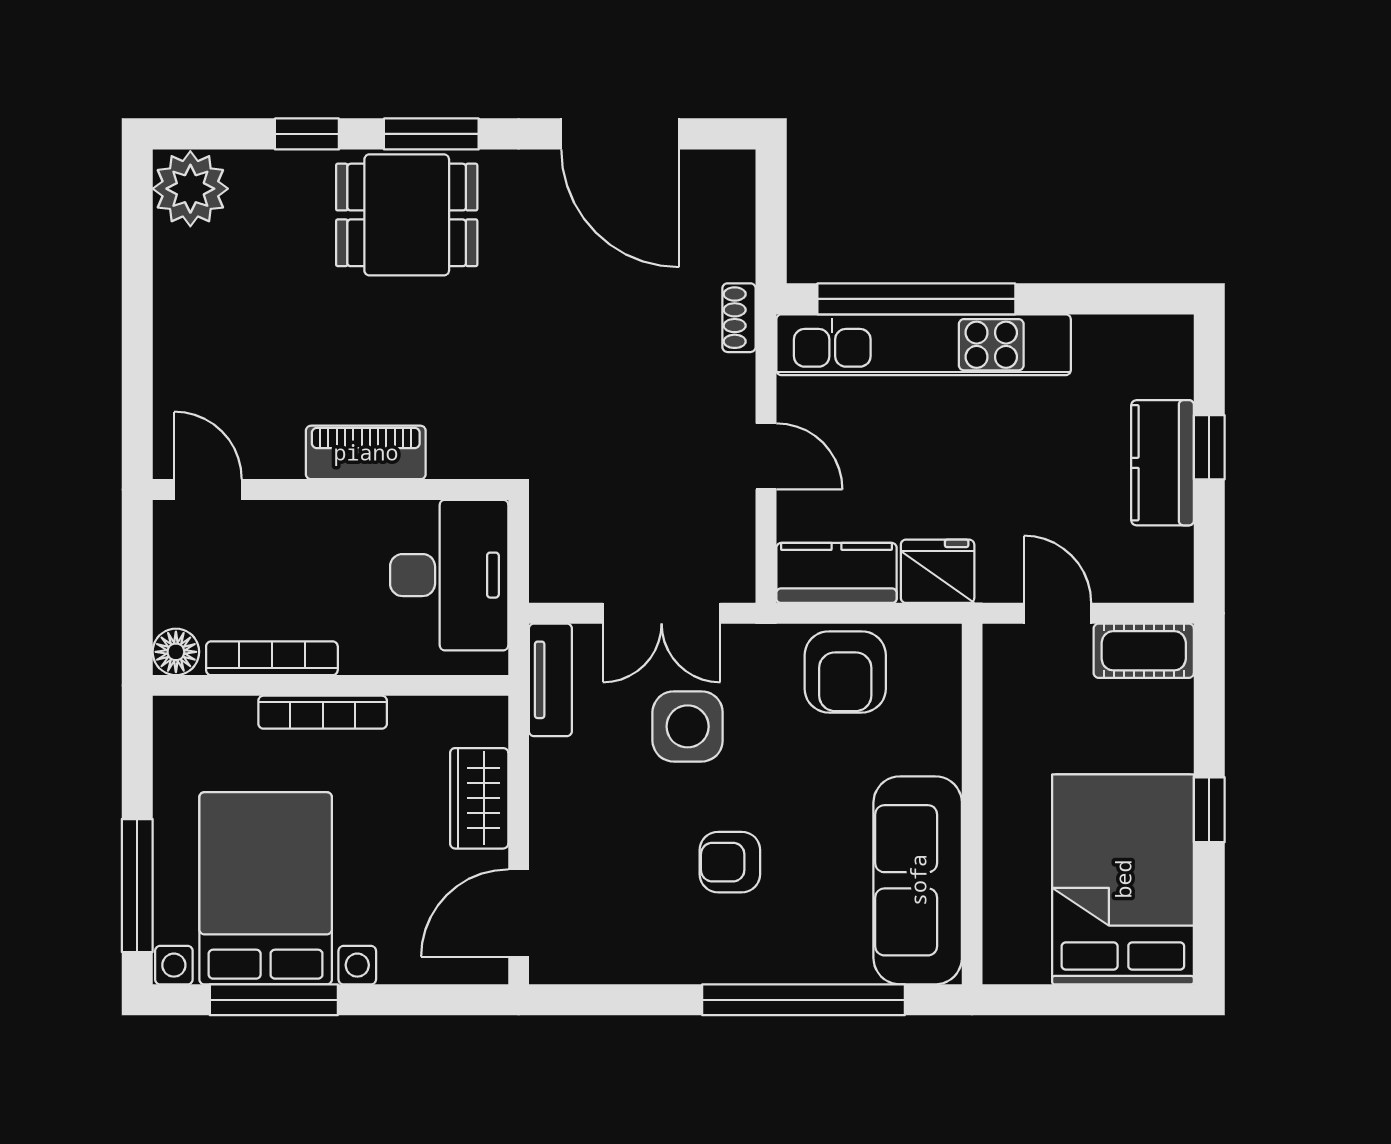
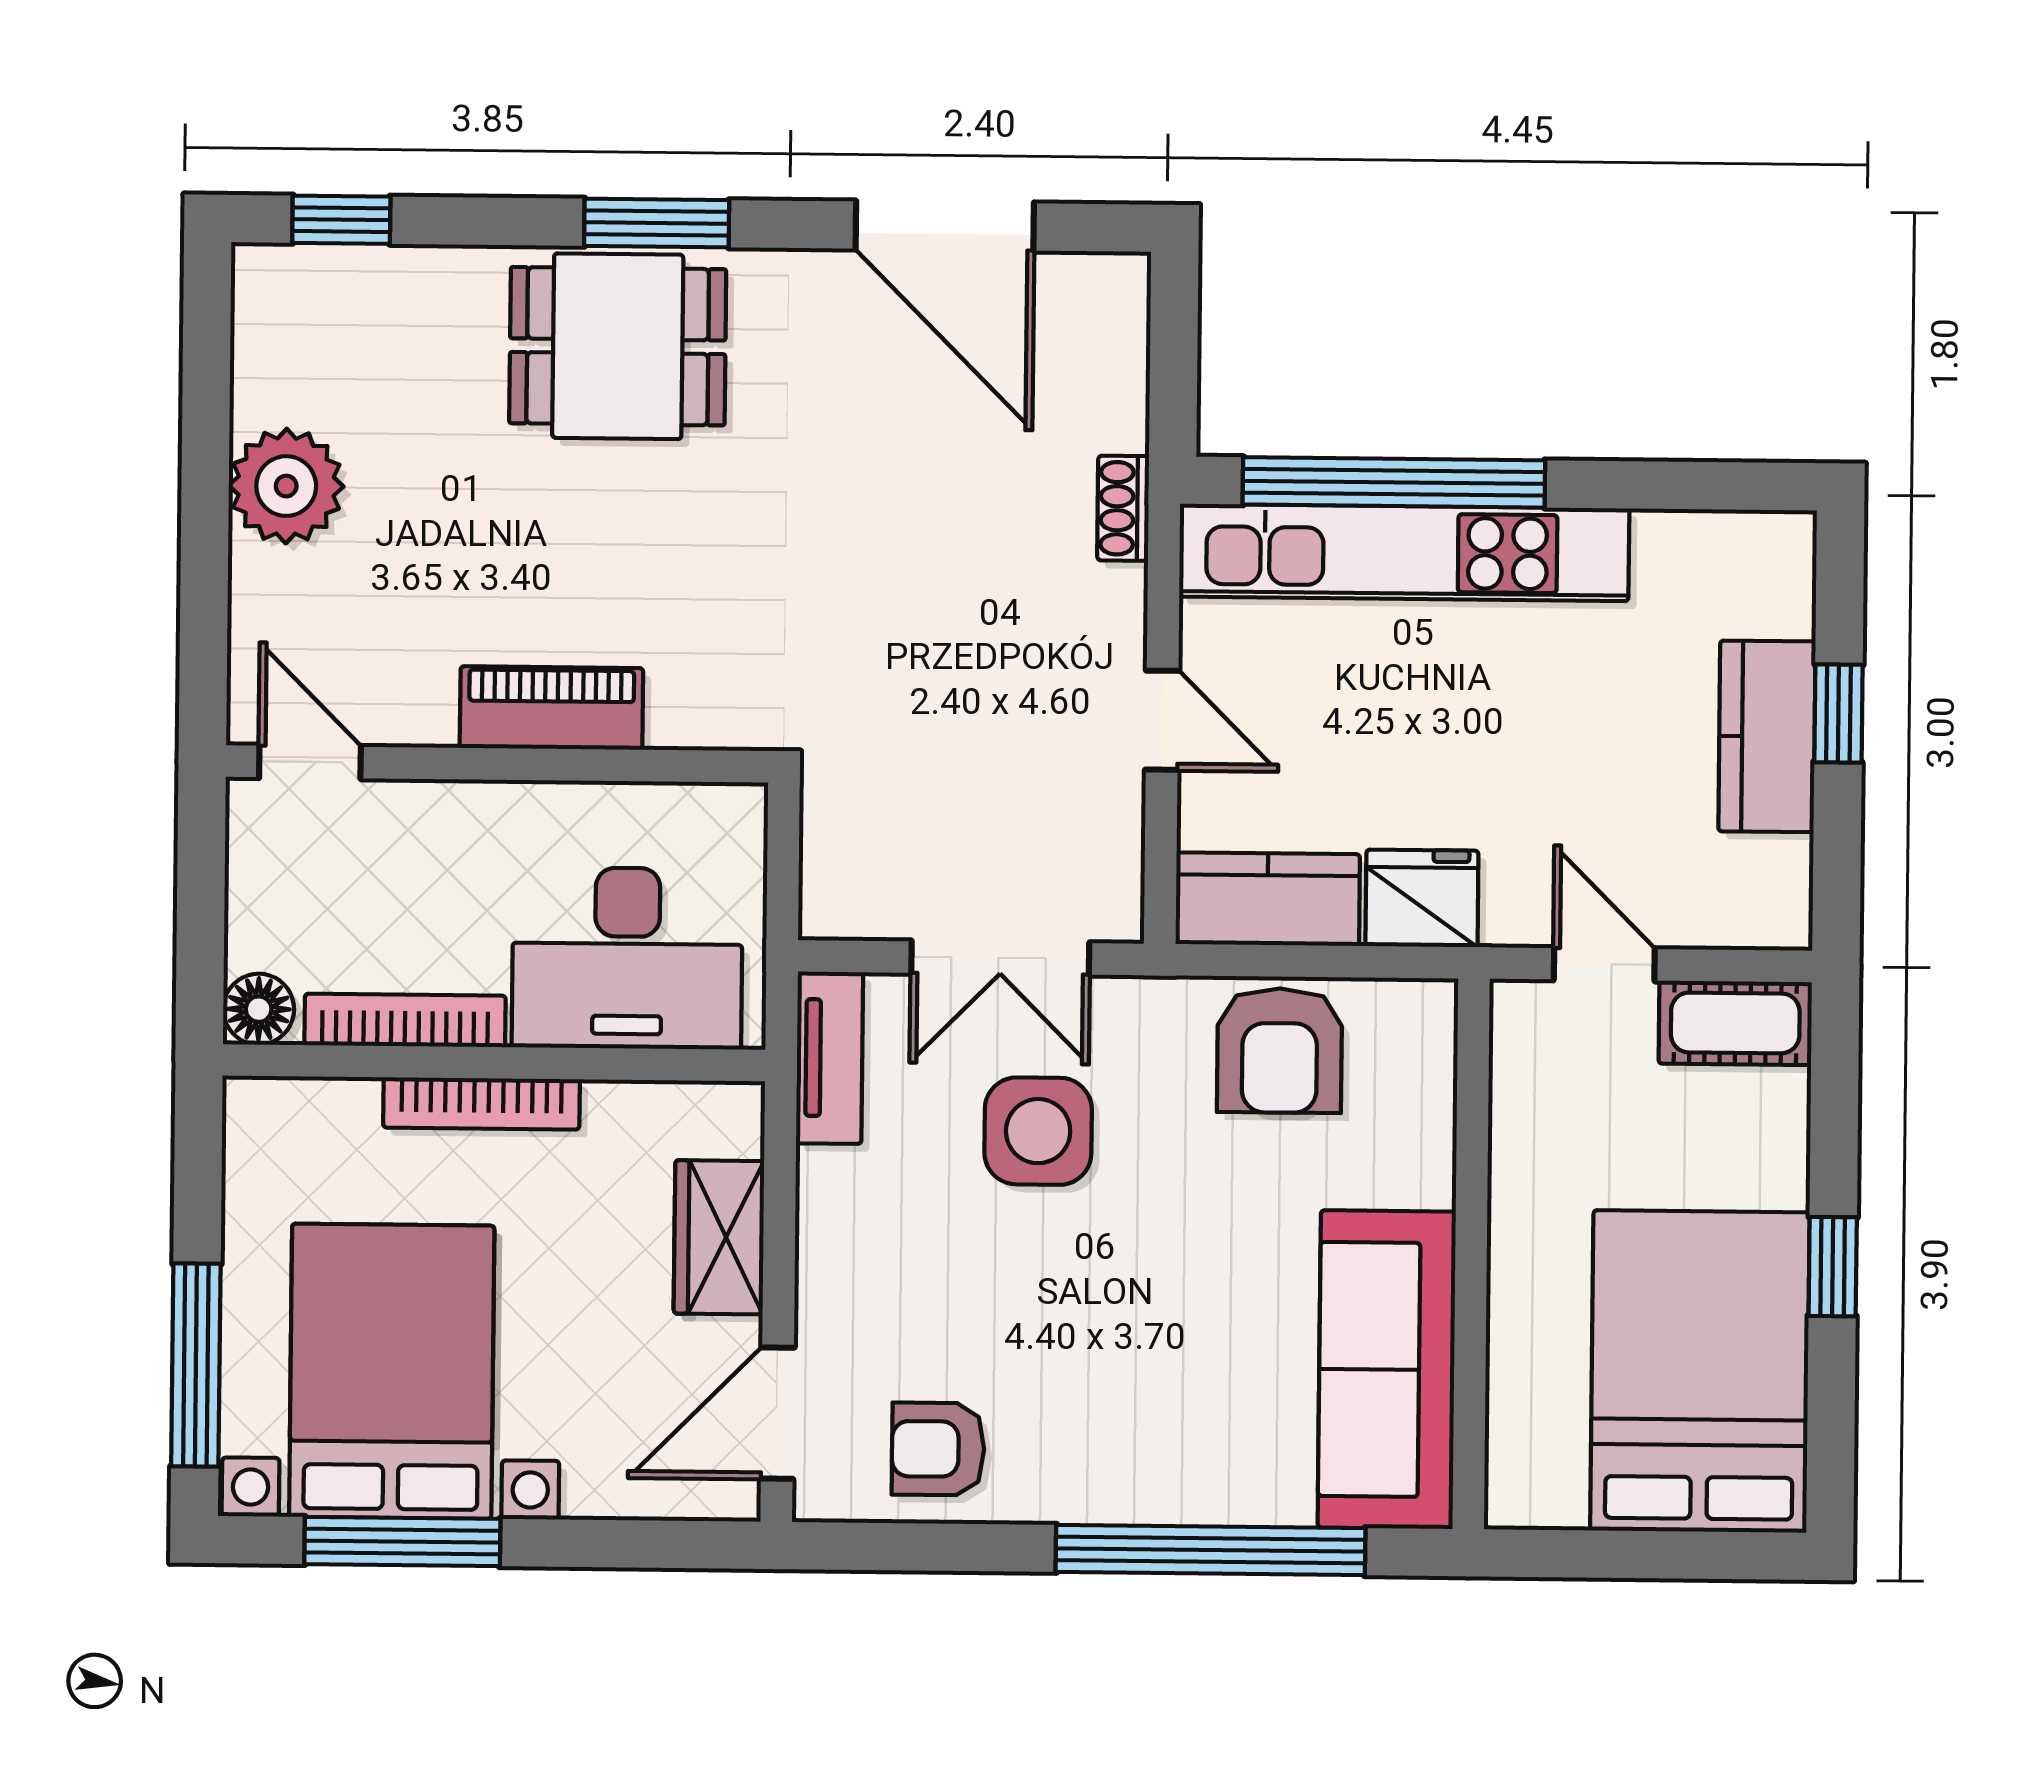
window: (307, 134) -> (341, 220), moved
plant: (190, 189) -> (286, 486), moved
desk: (449, 575) -> (627, 958), moved, turned 90
armchair: (730, 862) -> (938, 1449), moved

